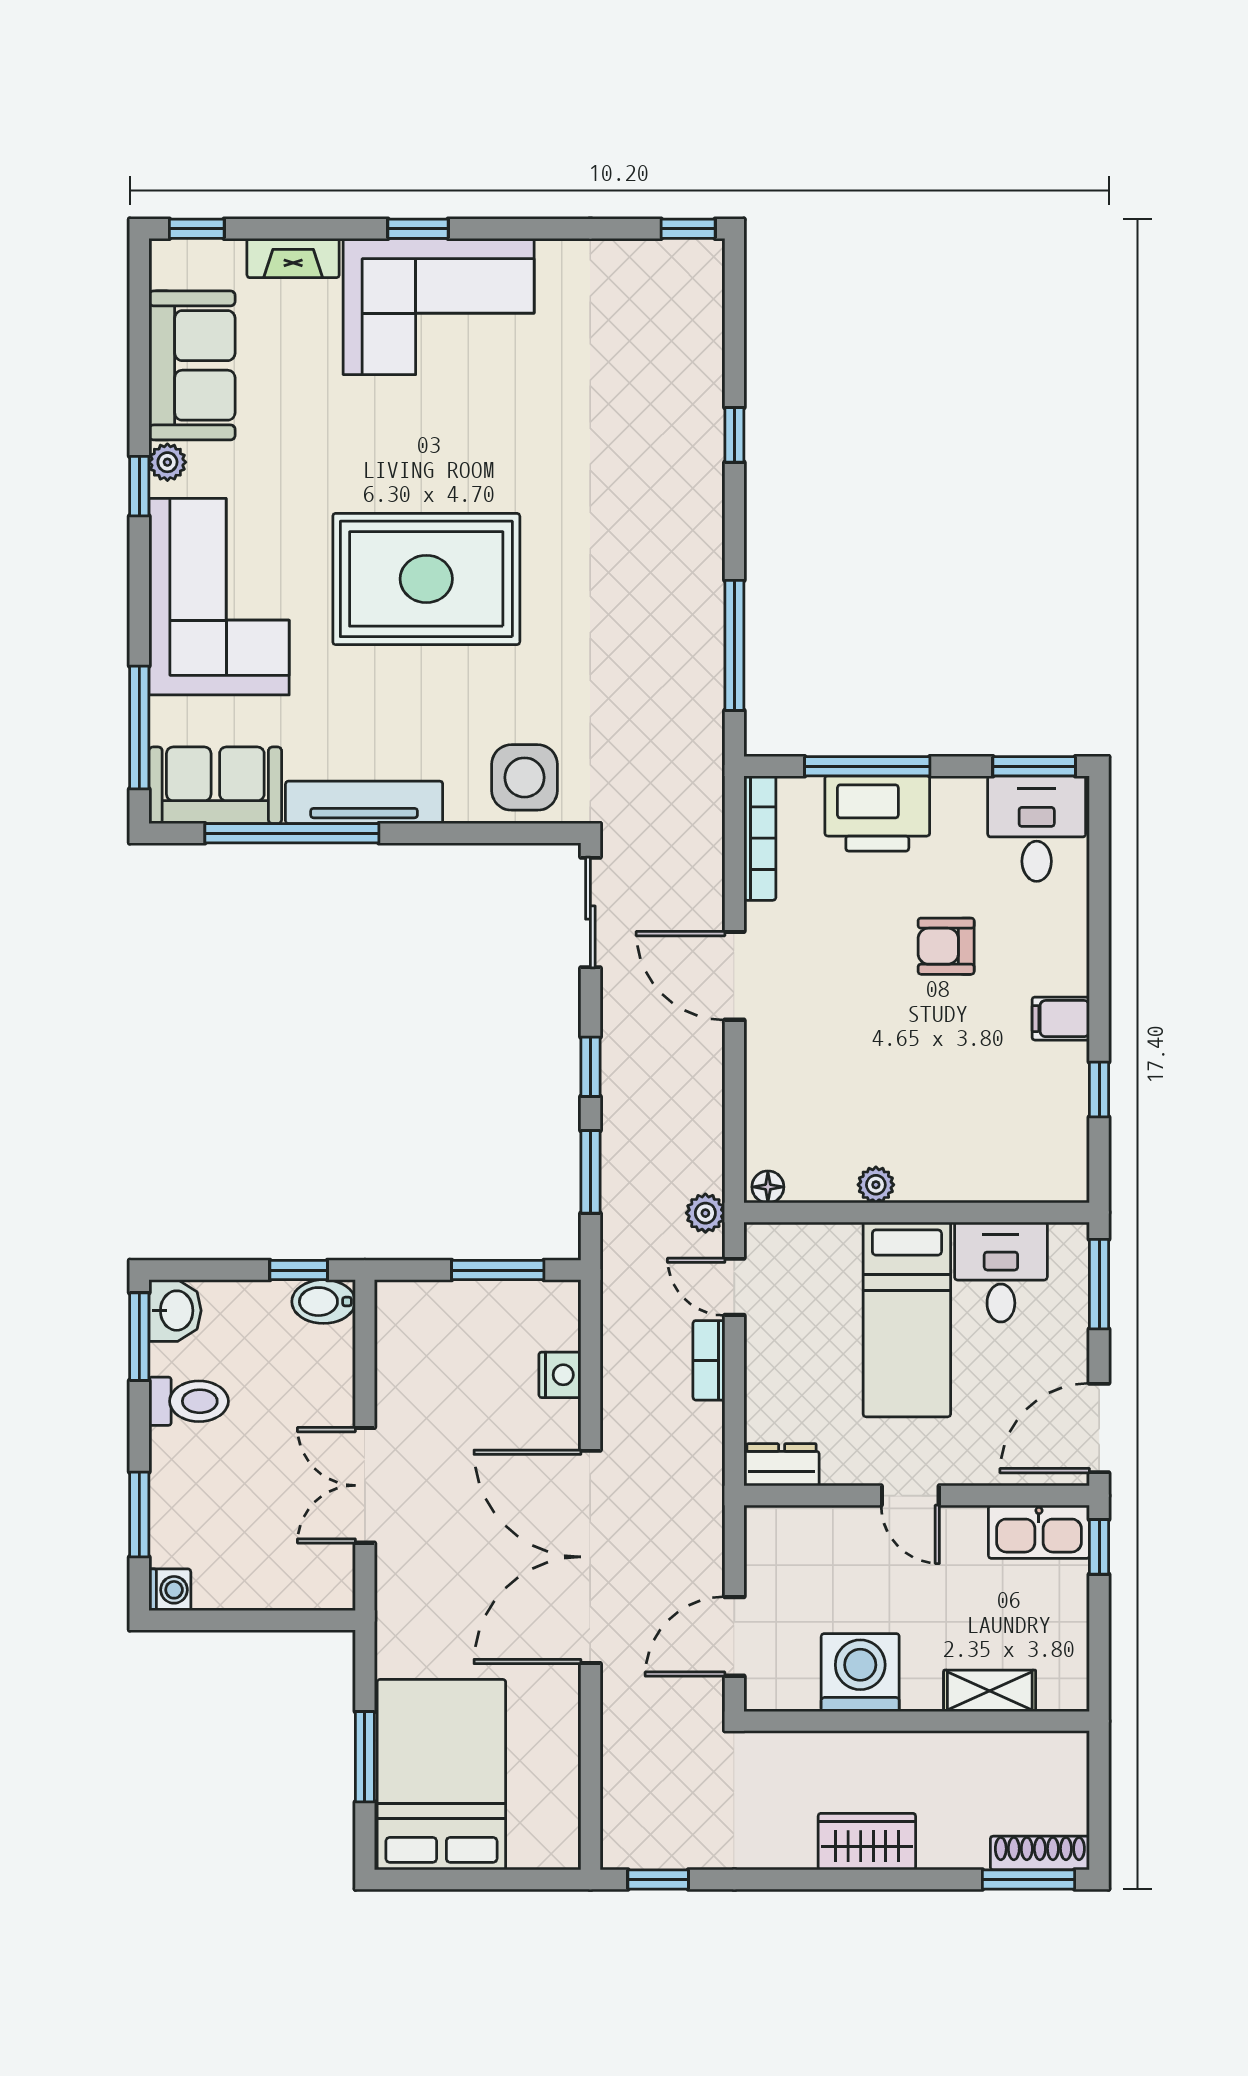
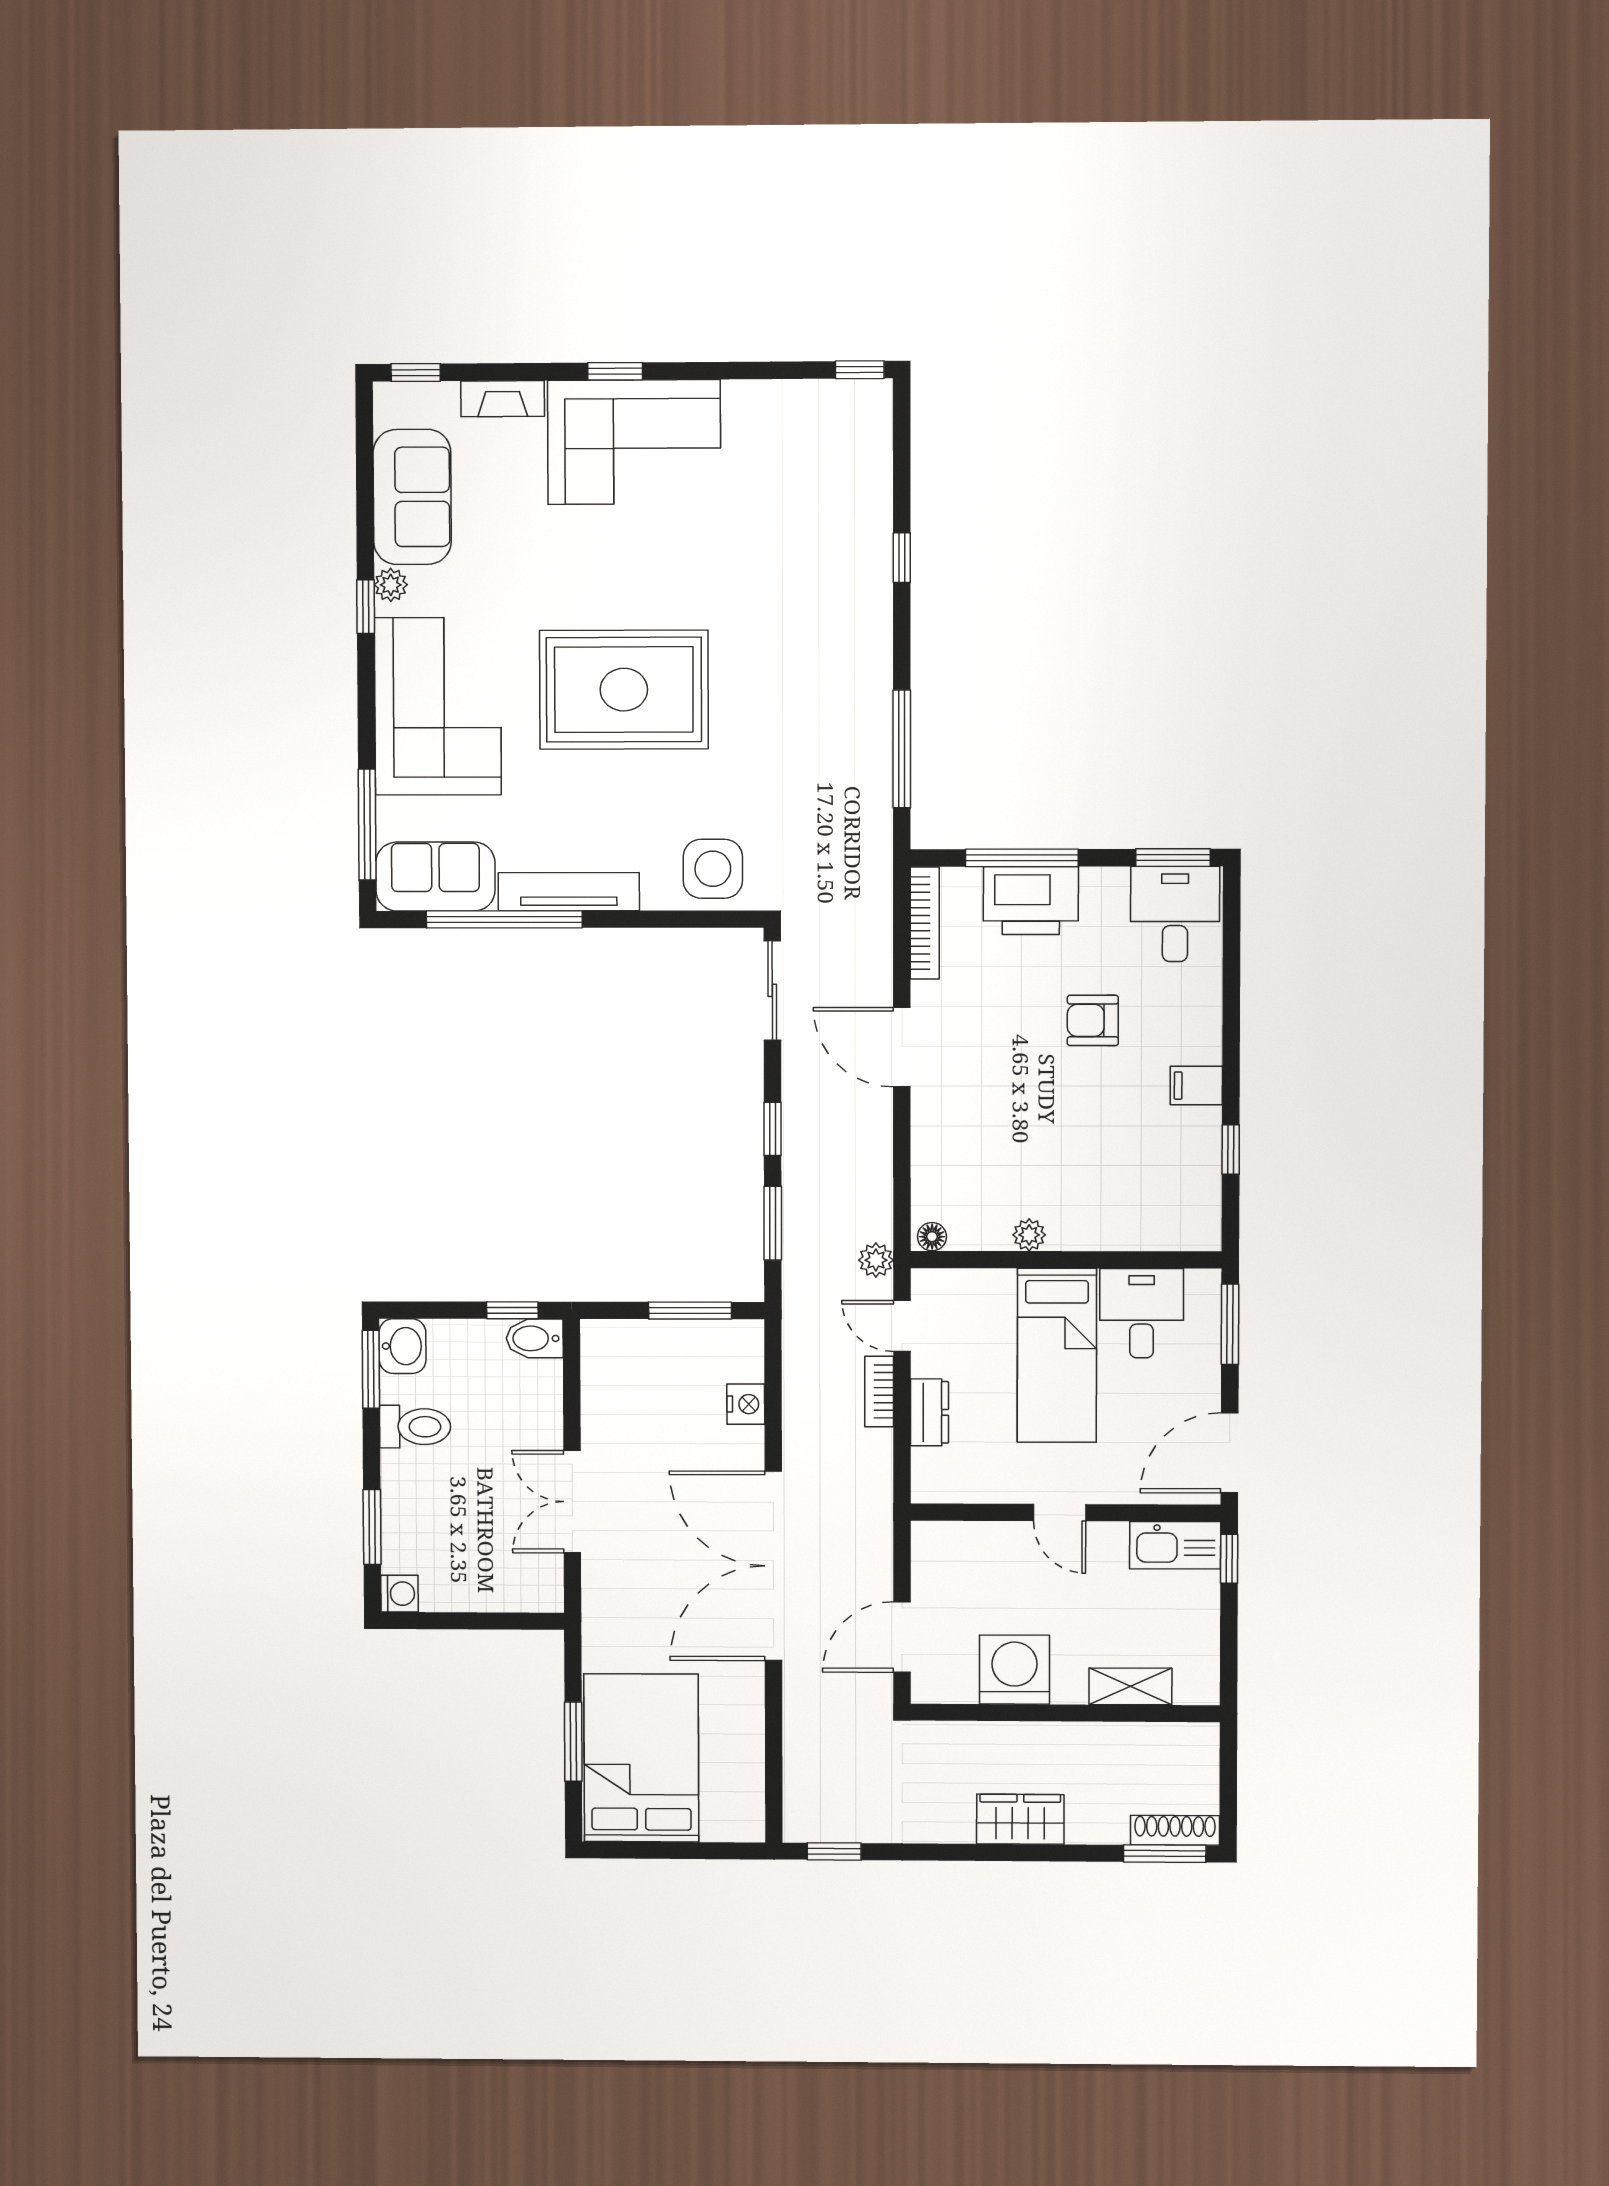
dresser: (782, 1465) -> (929, 1412), moved, turned 90

